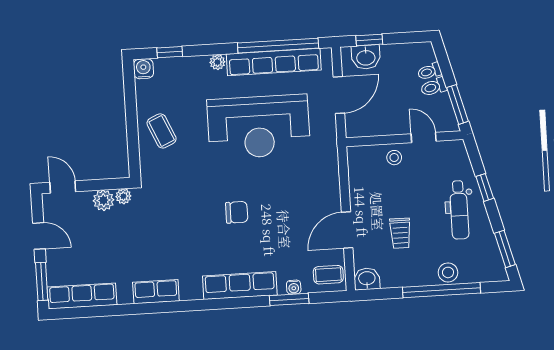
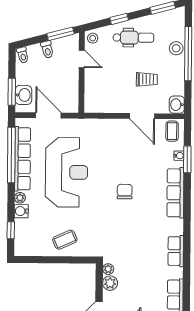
window: (369, 40) -> (12, 92), width x1.50
water cooler: (143, 69) -> (21, 211), moved
toilet: (429, 71) -> (23, 55), moved
door: (424, 137) -> (82, 59), swing flipped
stool: (394, 158) -> (93, 38), moved

